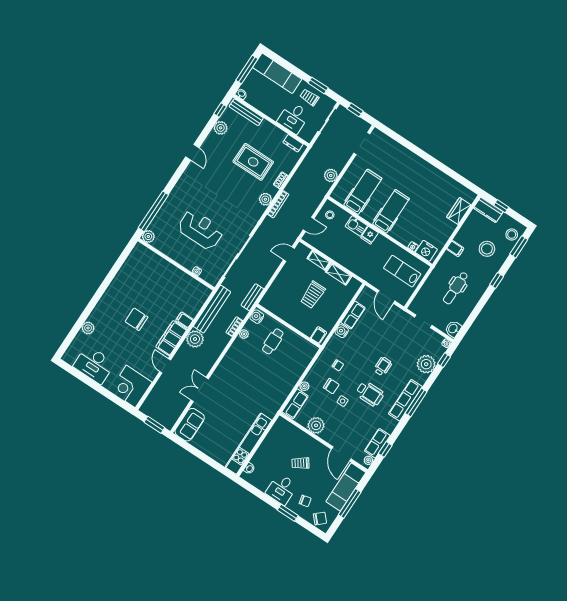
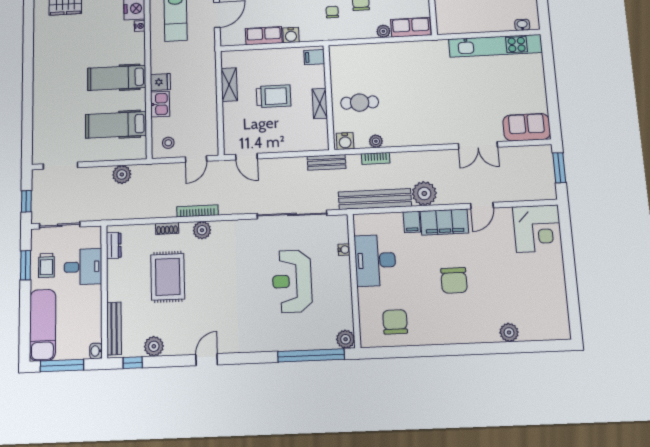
door: (309, 224) -> (196, 159), swing flipped
shelving: (319, 260) -> (320, 103), moved
chair: (138, 270) -> (395, 322), added
desk: (94, 365) -> (375, 260), moved, turned 180

